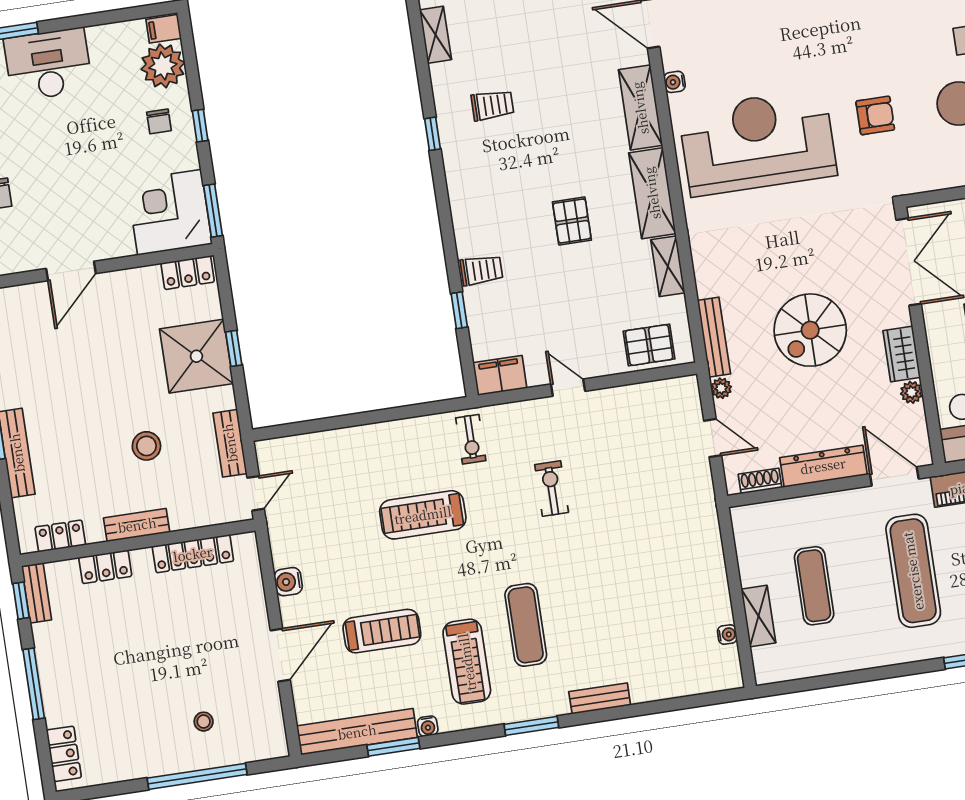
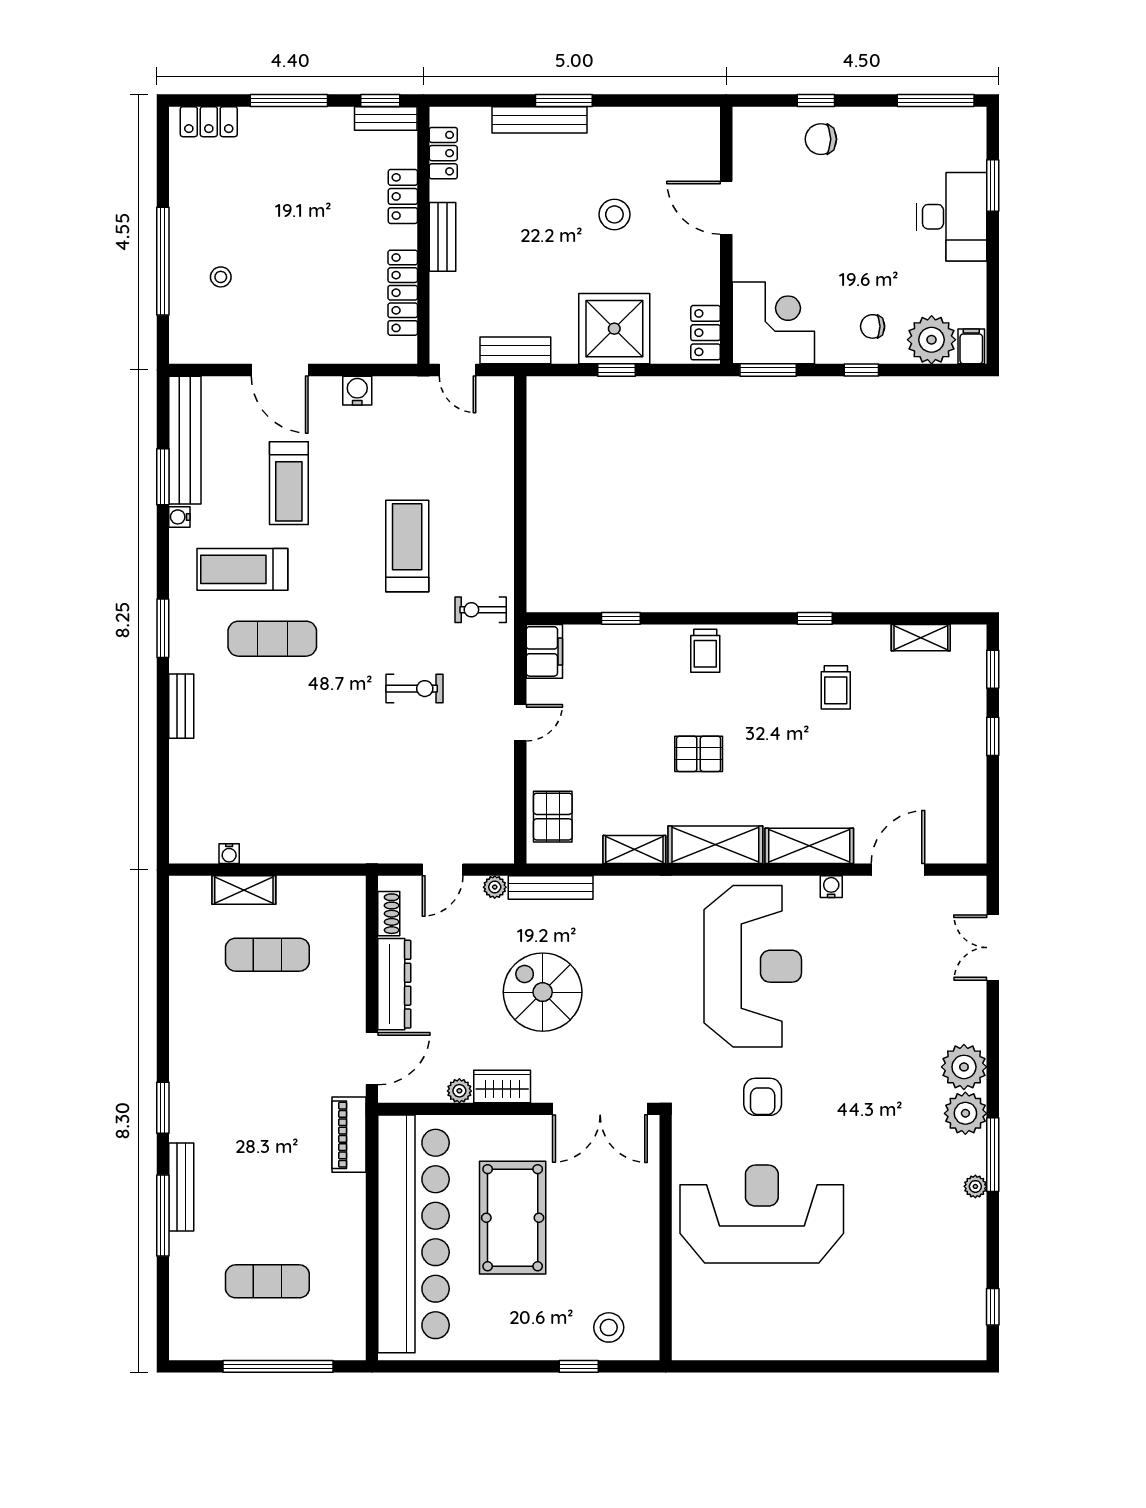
trolley: (481, 270) -> (705, 651), moved
stool: (146, 446) -> (614, 214), moved
exercise mat: (913, 571) -> (267, 1064), removed

